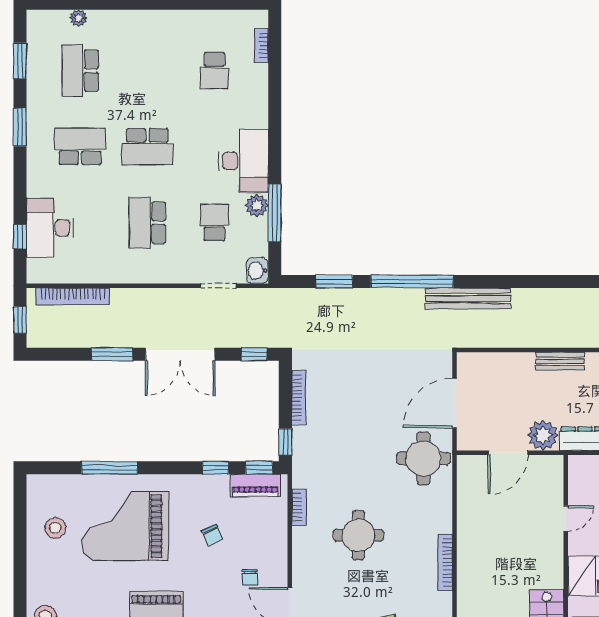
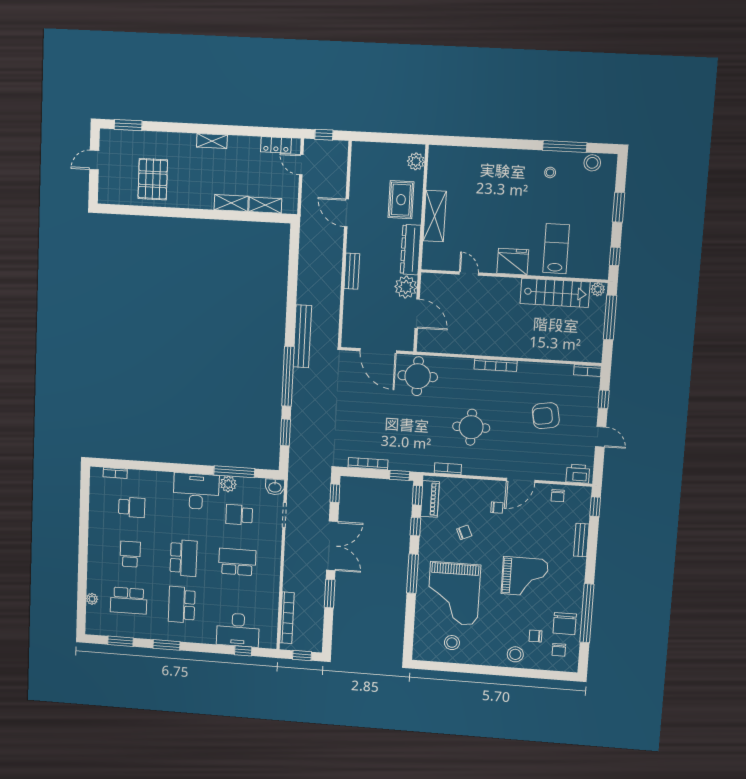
school desk: (147, 71) -> (130, 554), added
school desk: (147, 223) -> (237, 562), turned 180
window: (110, 468) -> (413, 574), moved

